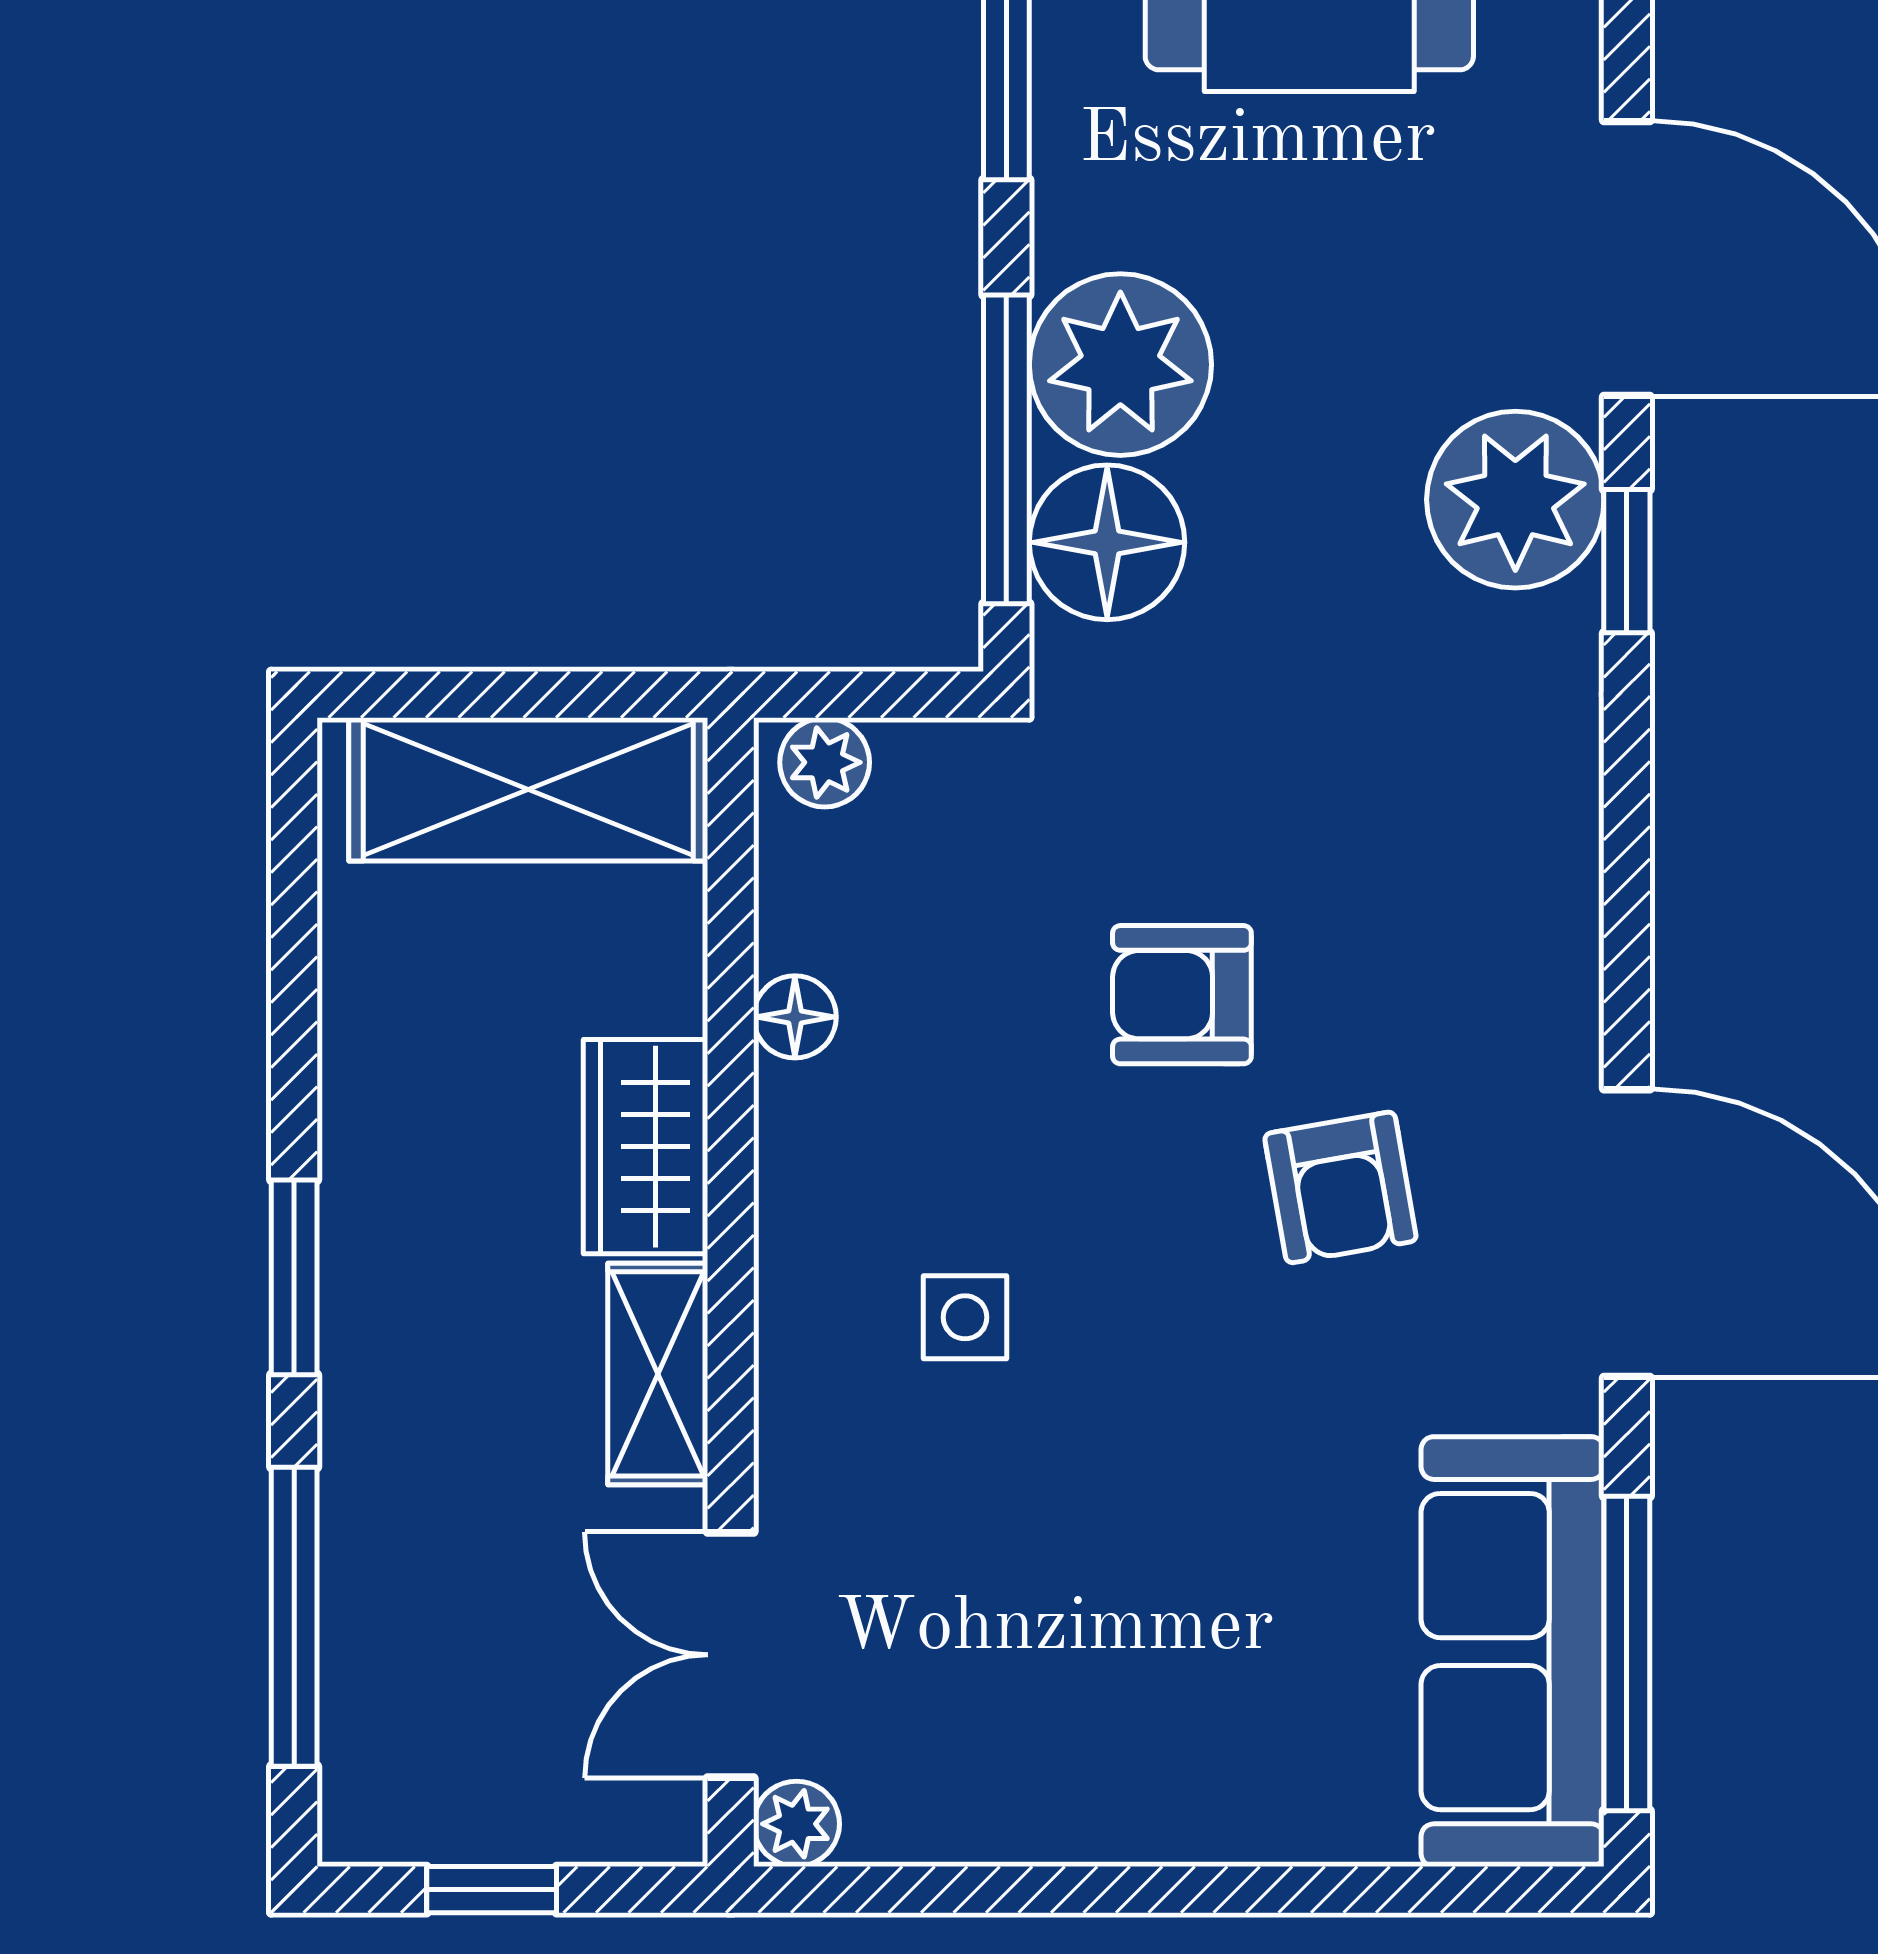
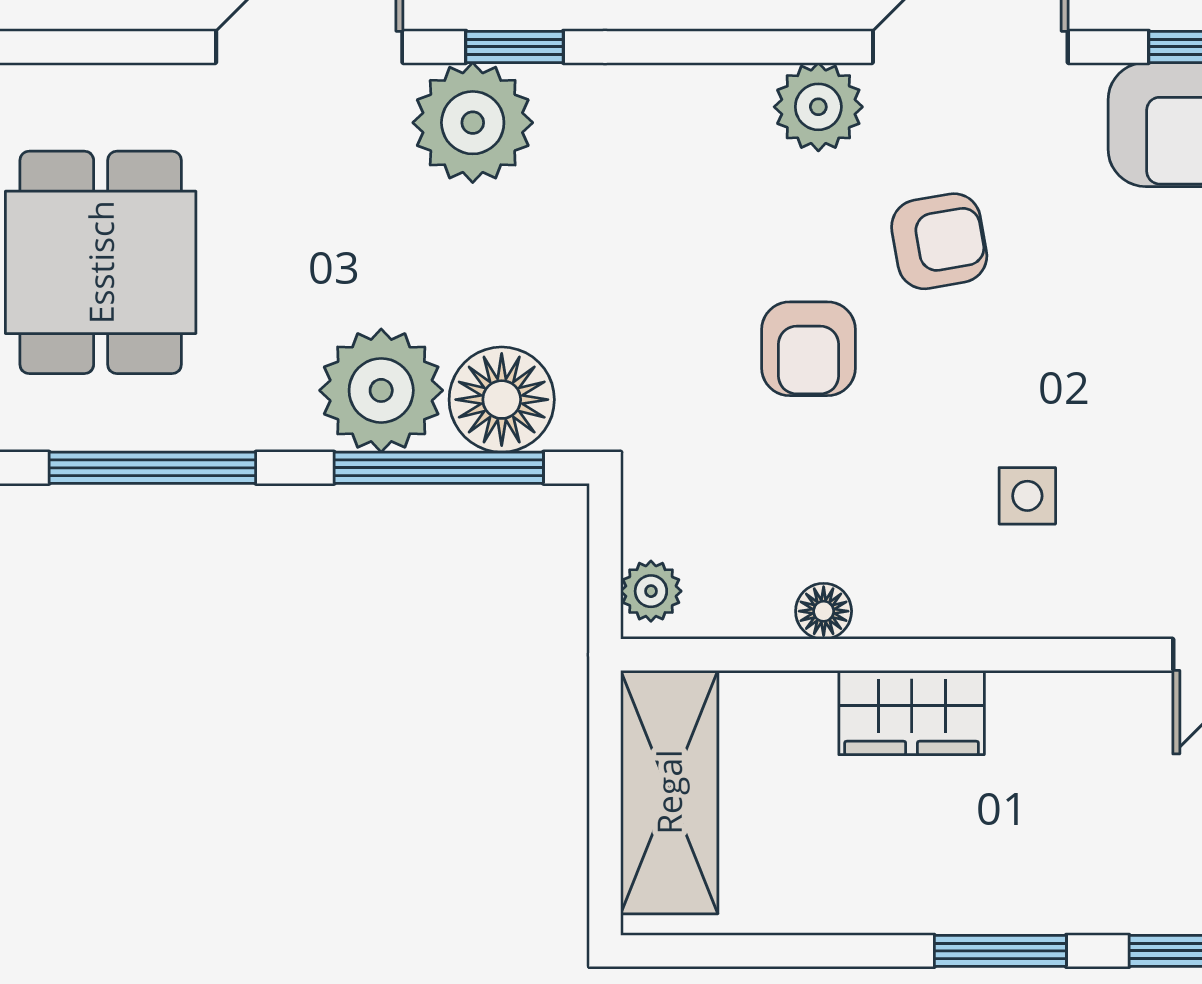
plant: (1539, 1009) -> (818, 107), added
shelving: (658, 1374) -> (1066, 704), removed

